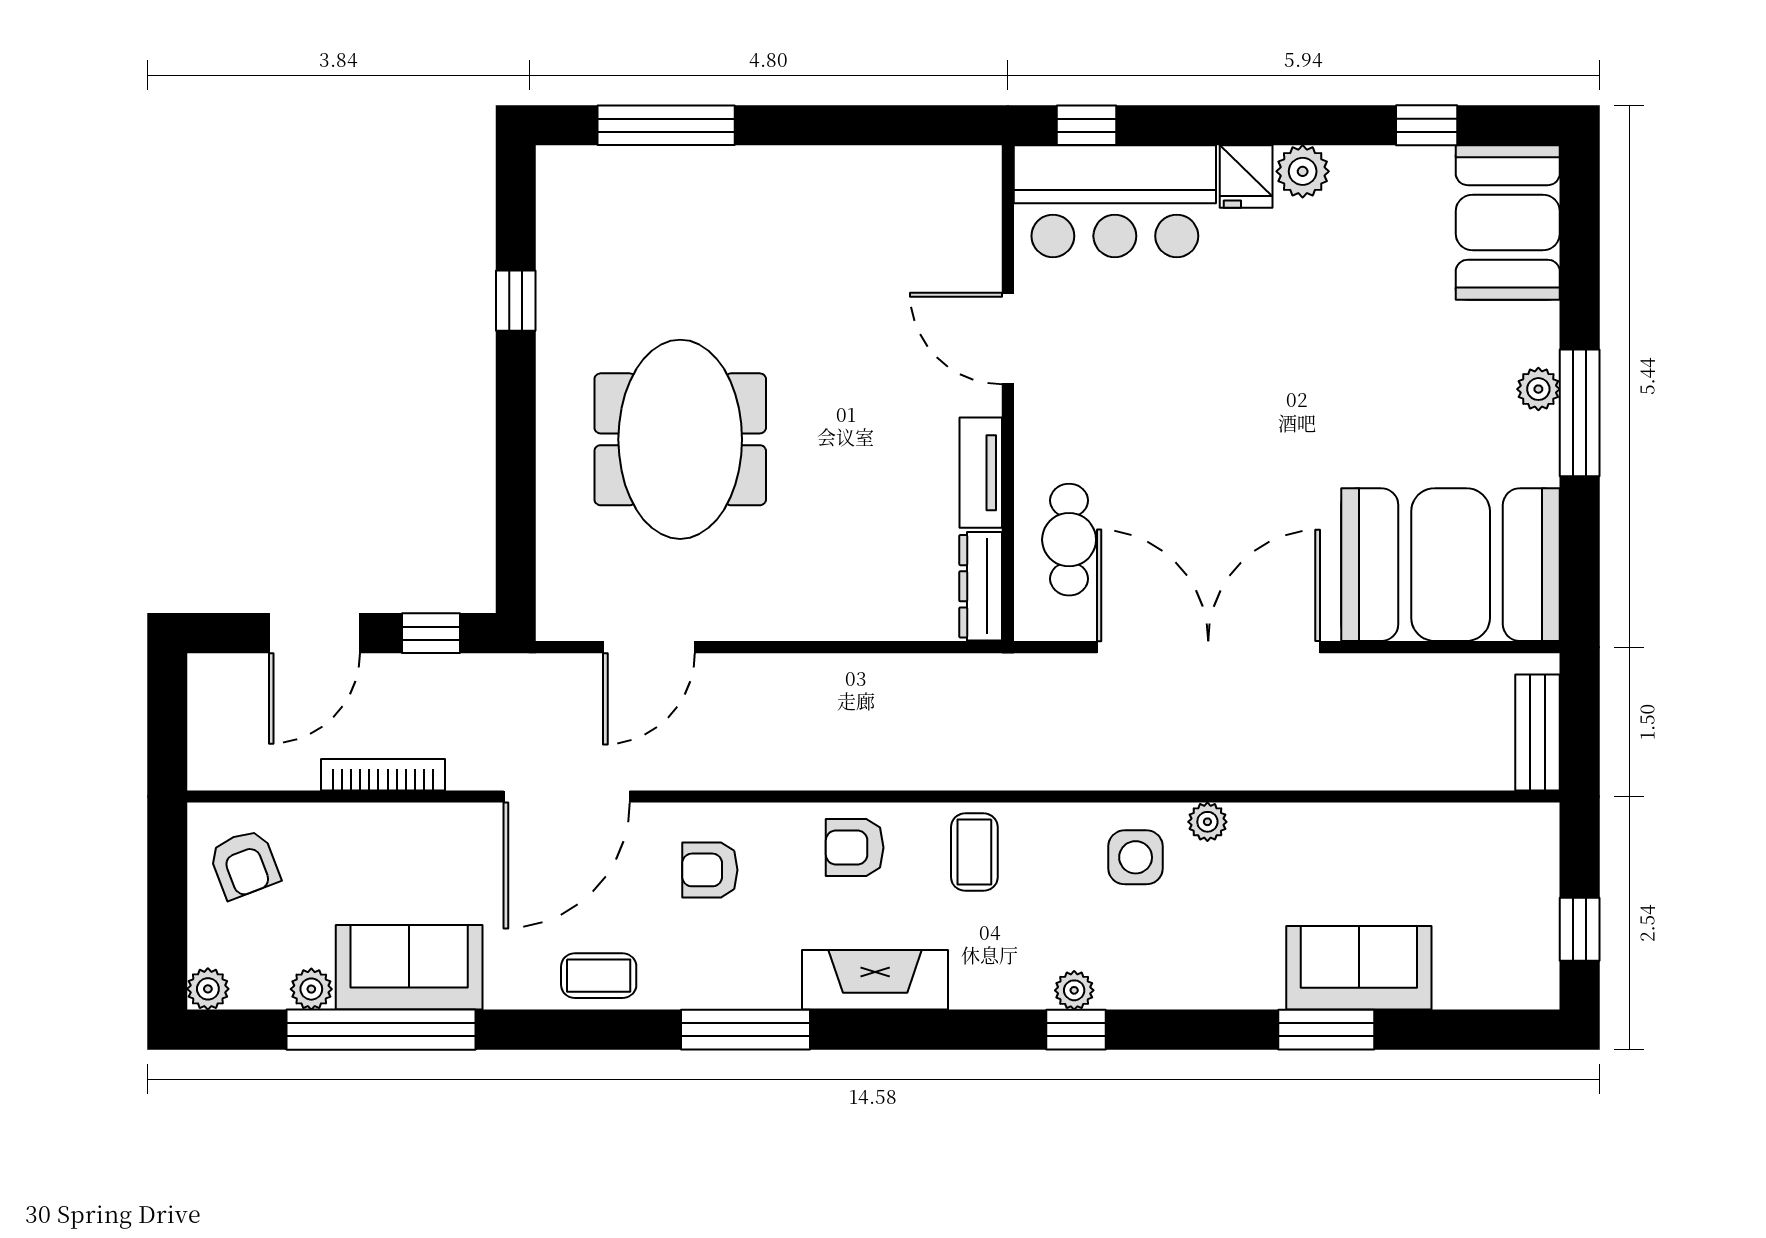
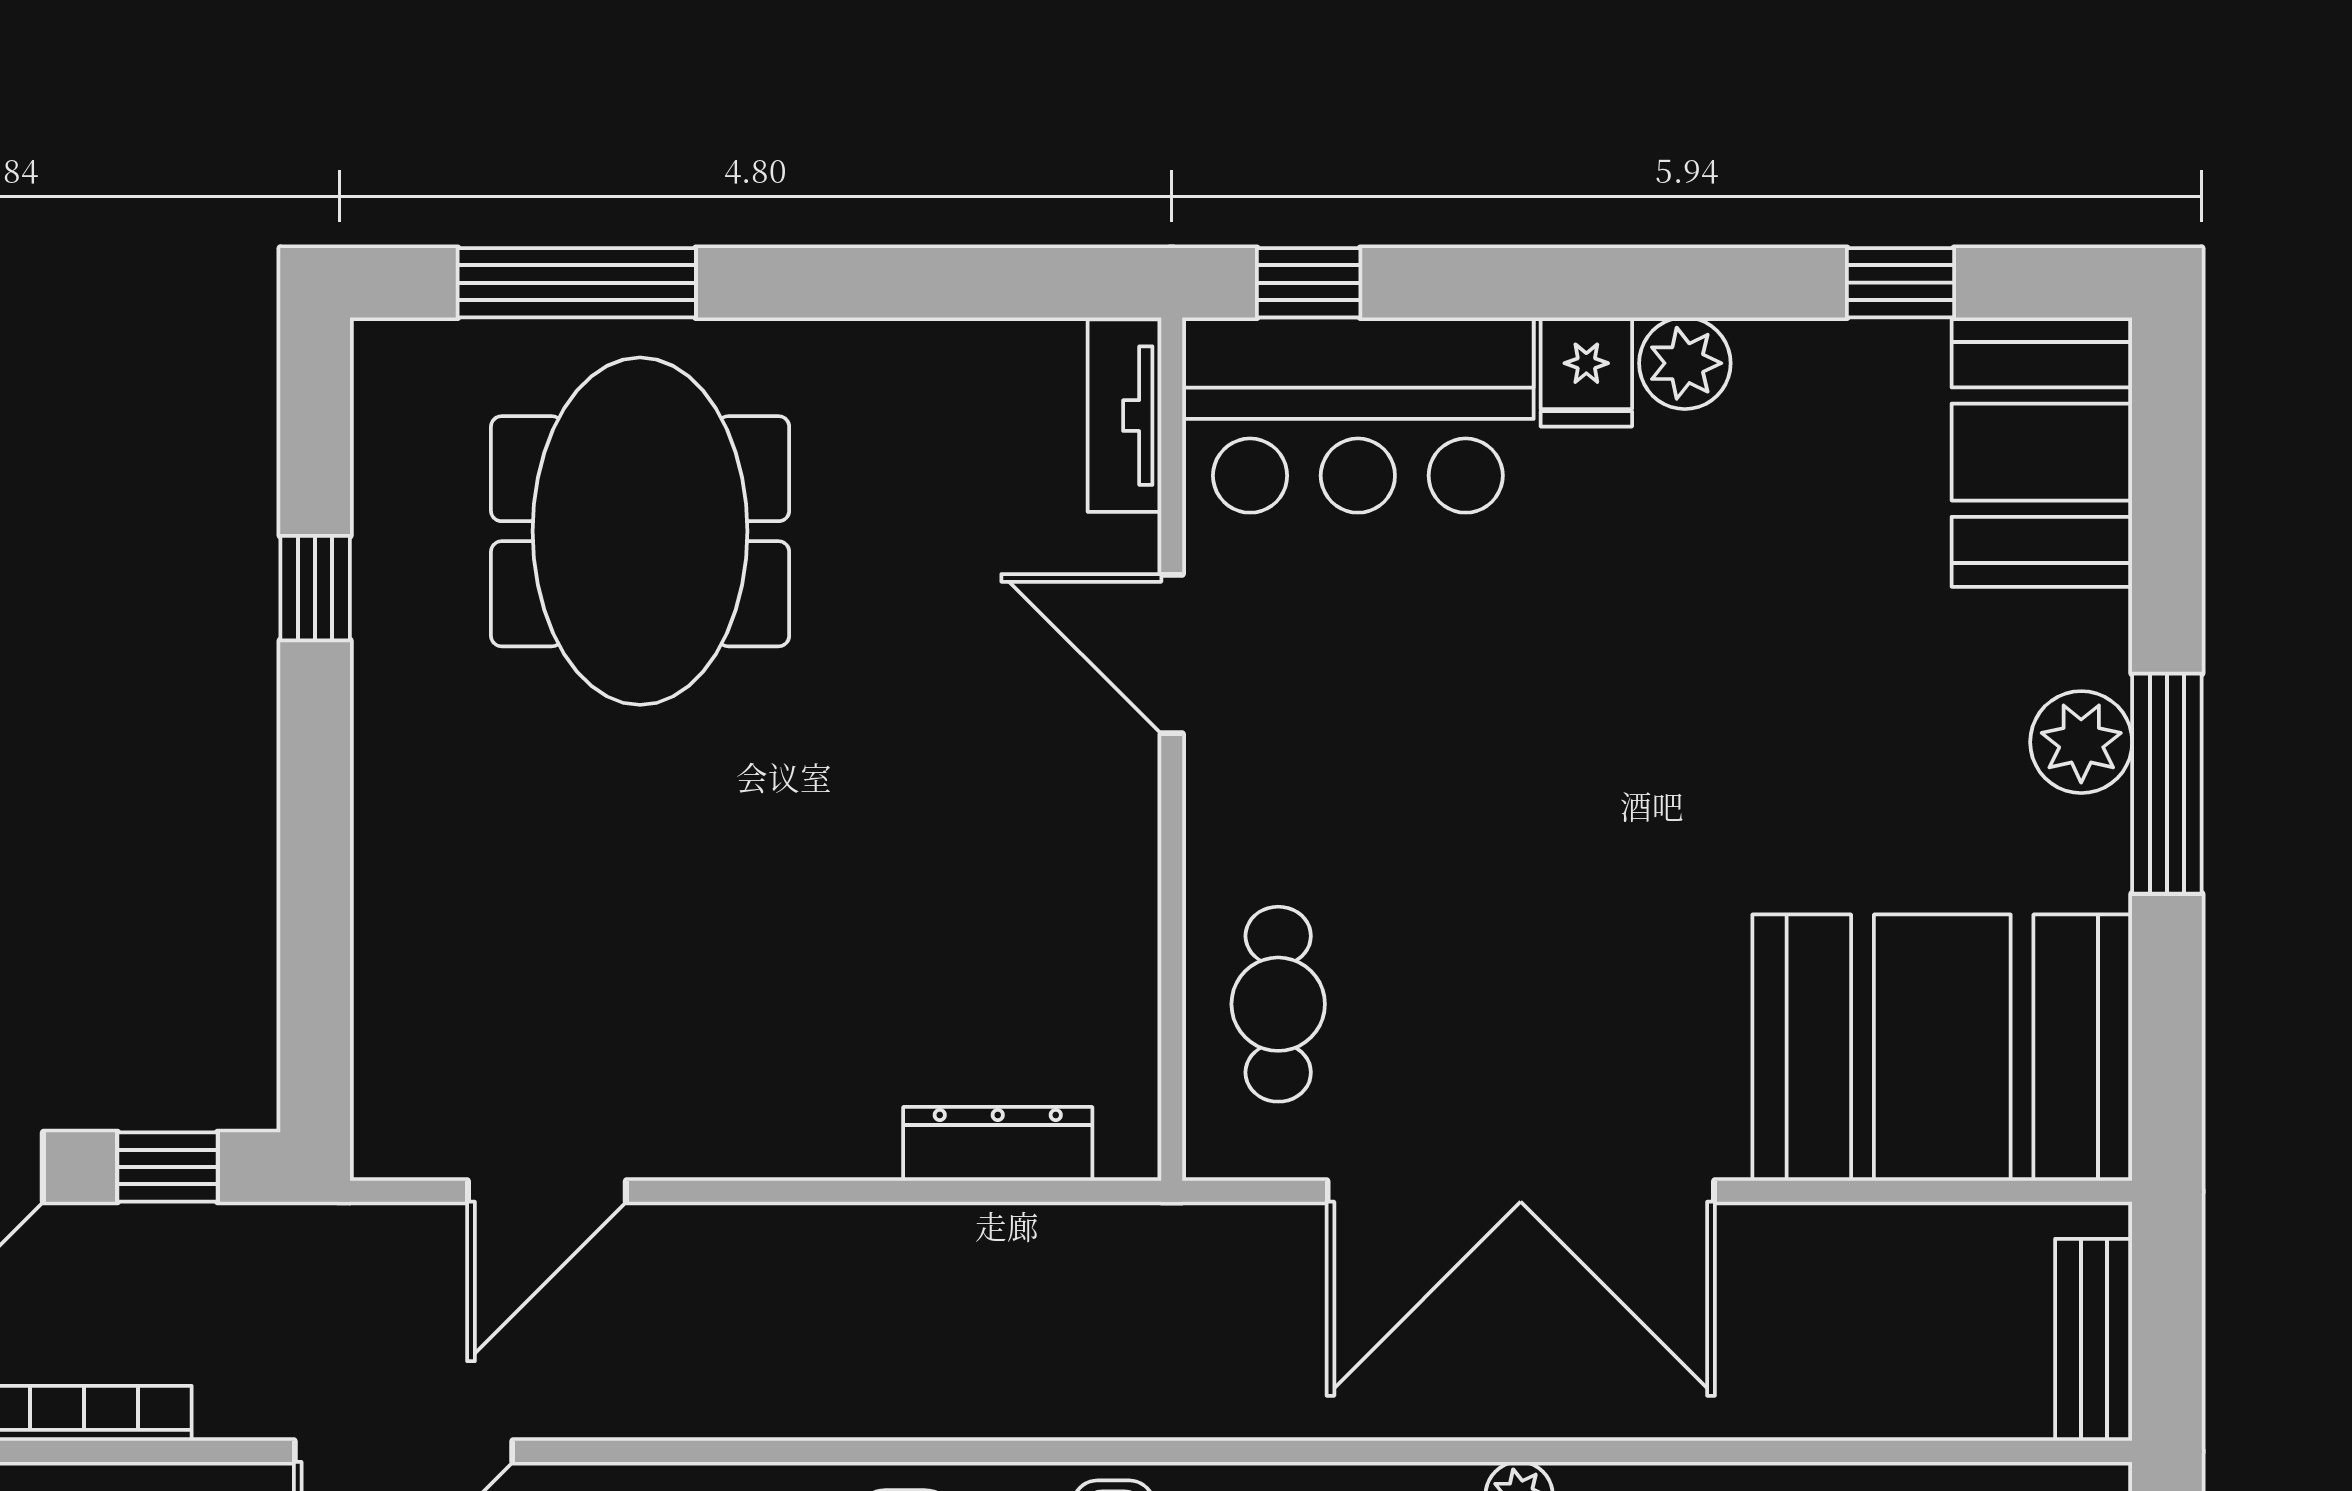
plant: (1538, 389) -> (2081, 742), width x1.38, depth x1.38
meeting table: (680, 439) -> (640, 531), moved
tv unit: (981, 473) -> (1125, 416), moved
dresser: (981, 586) -> (998, 1144), moved, turned 90
double door: (1208, 647) -> (1521, 1191), swing flipped

